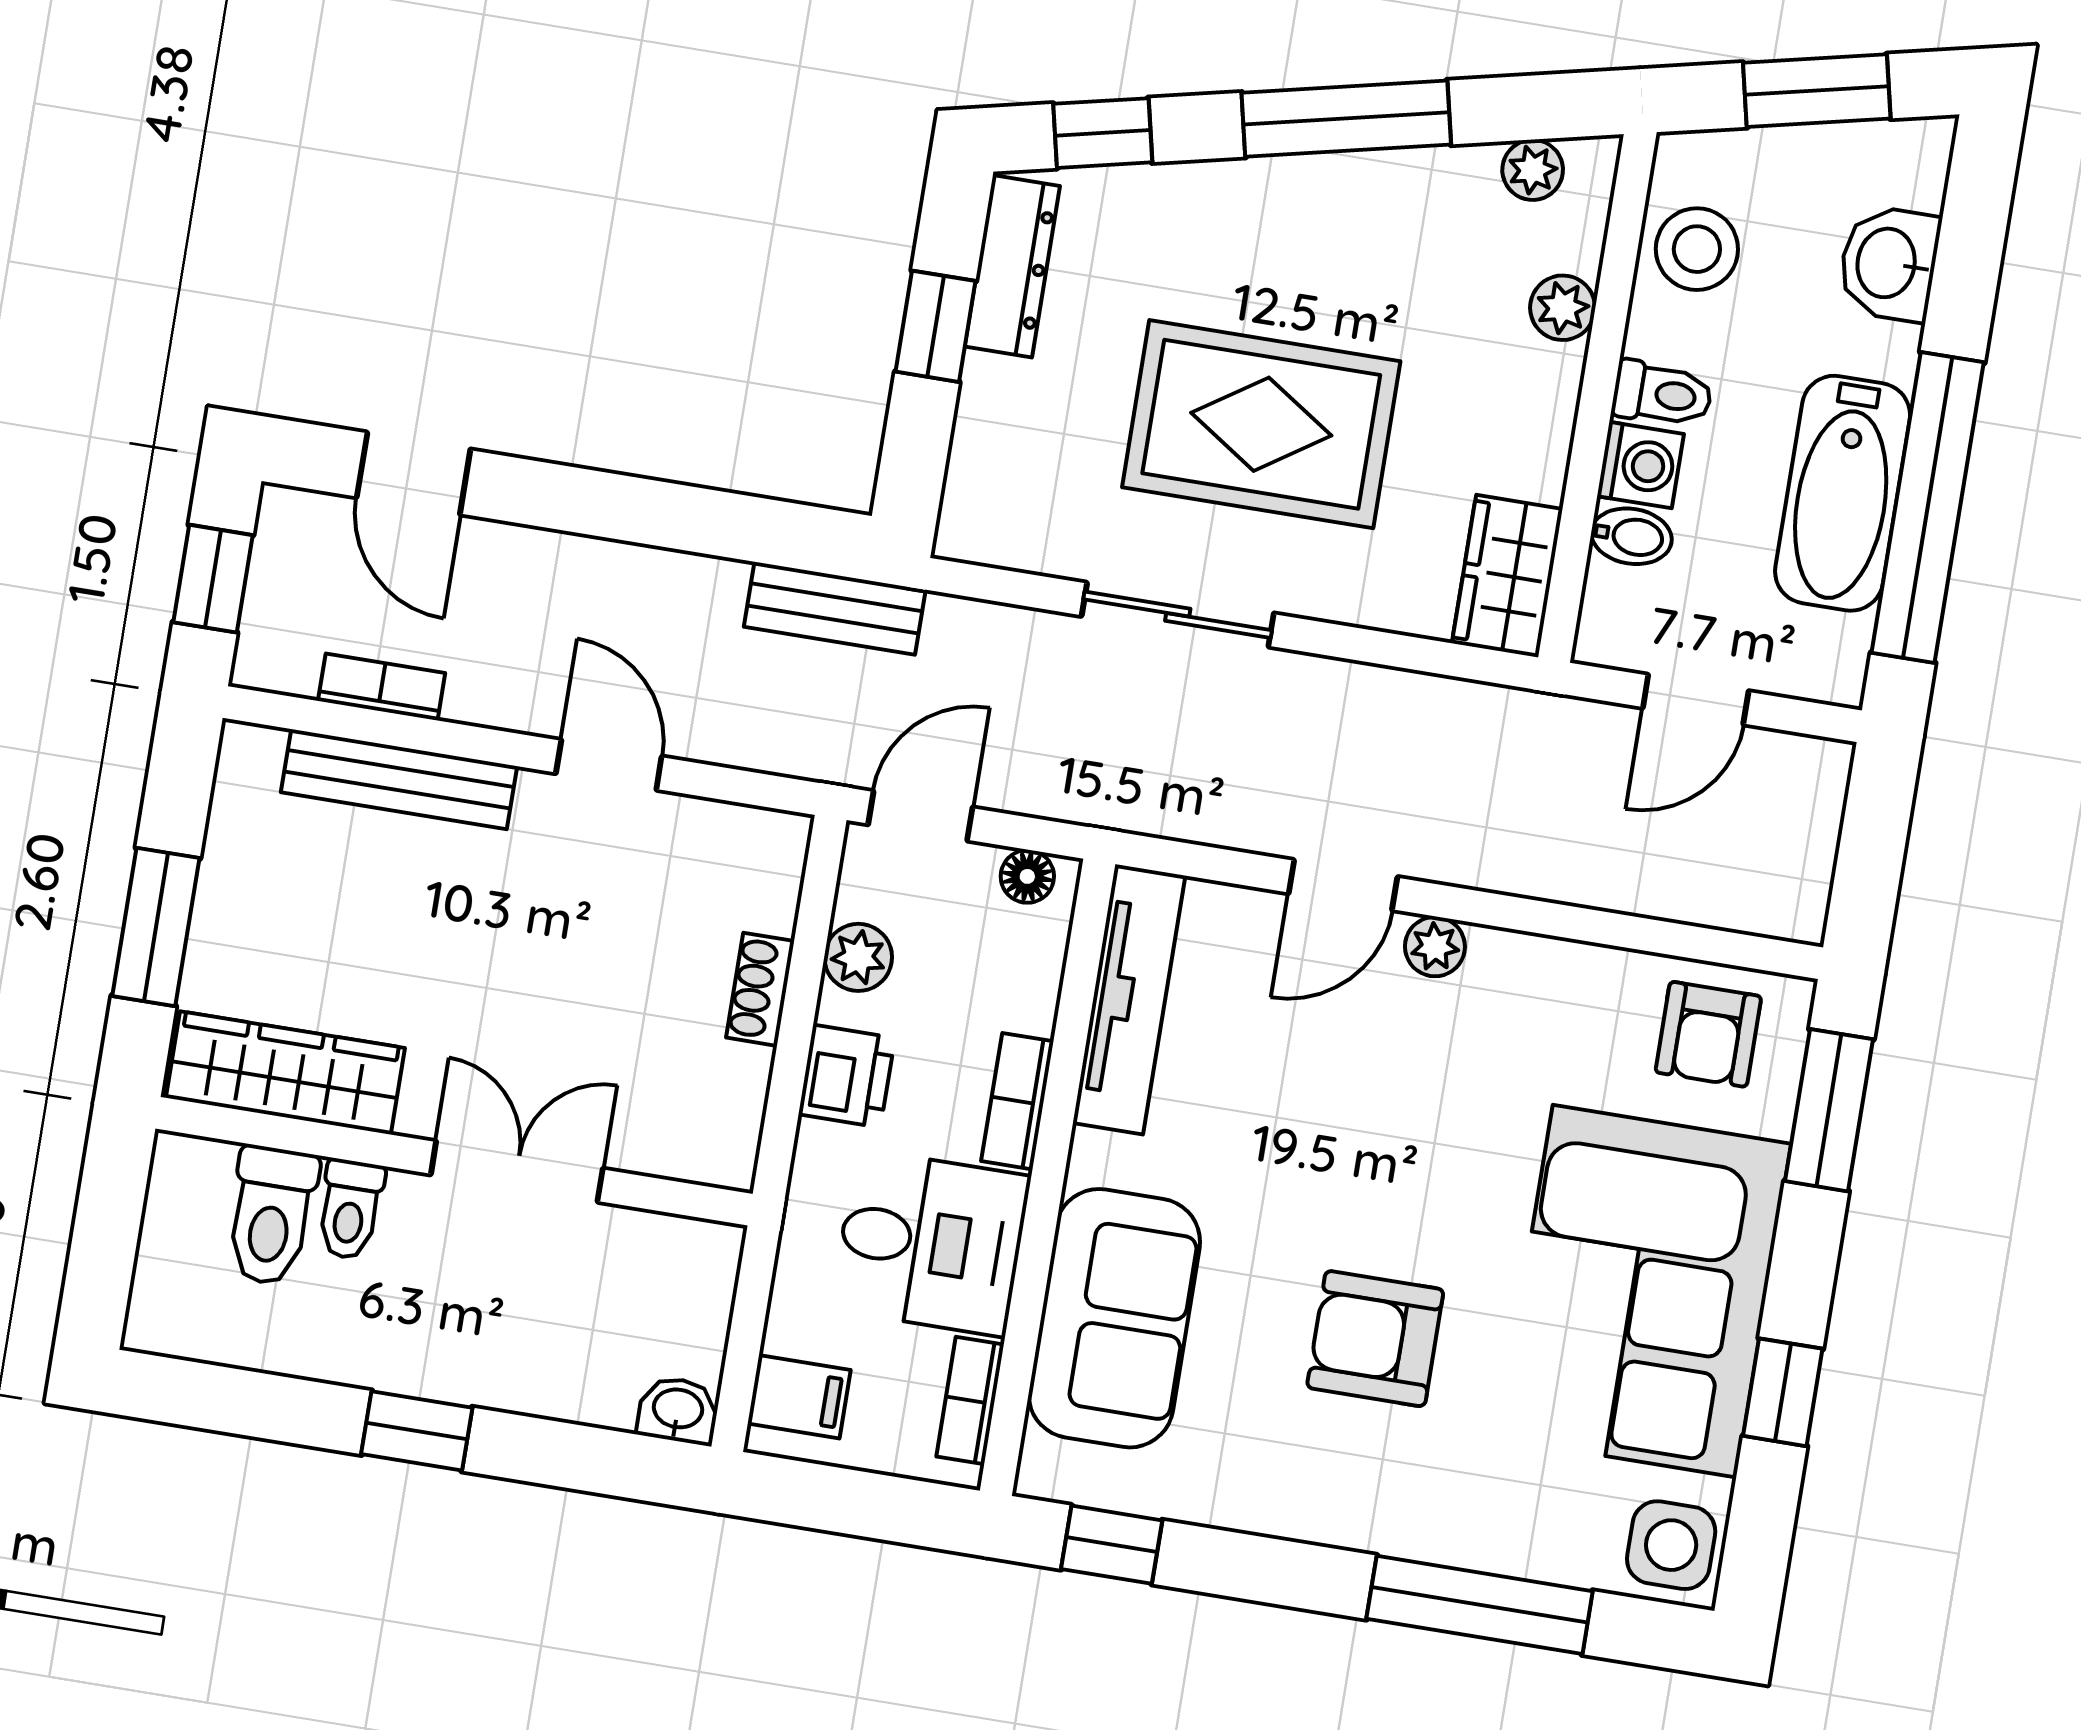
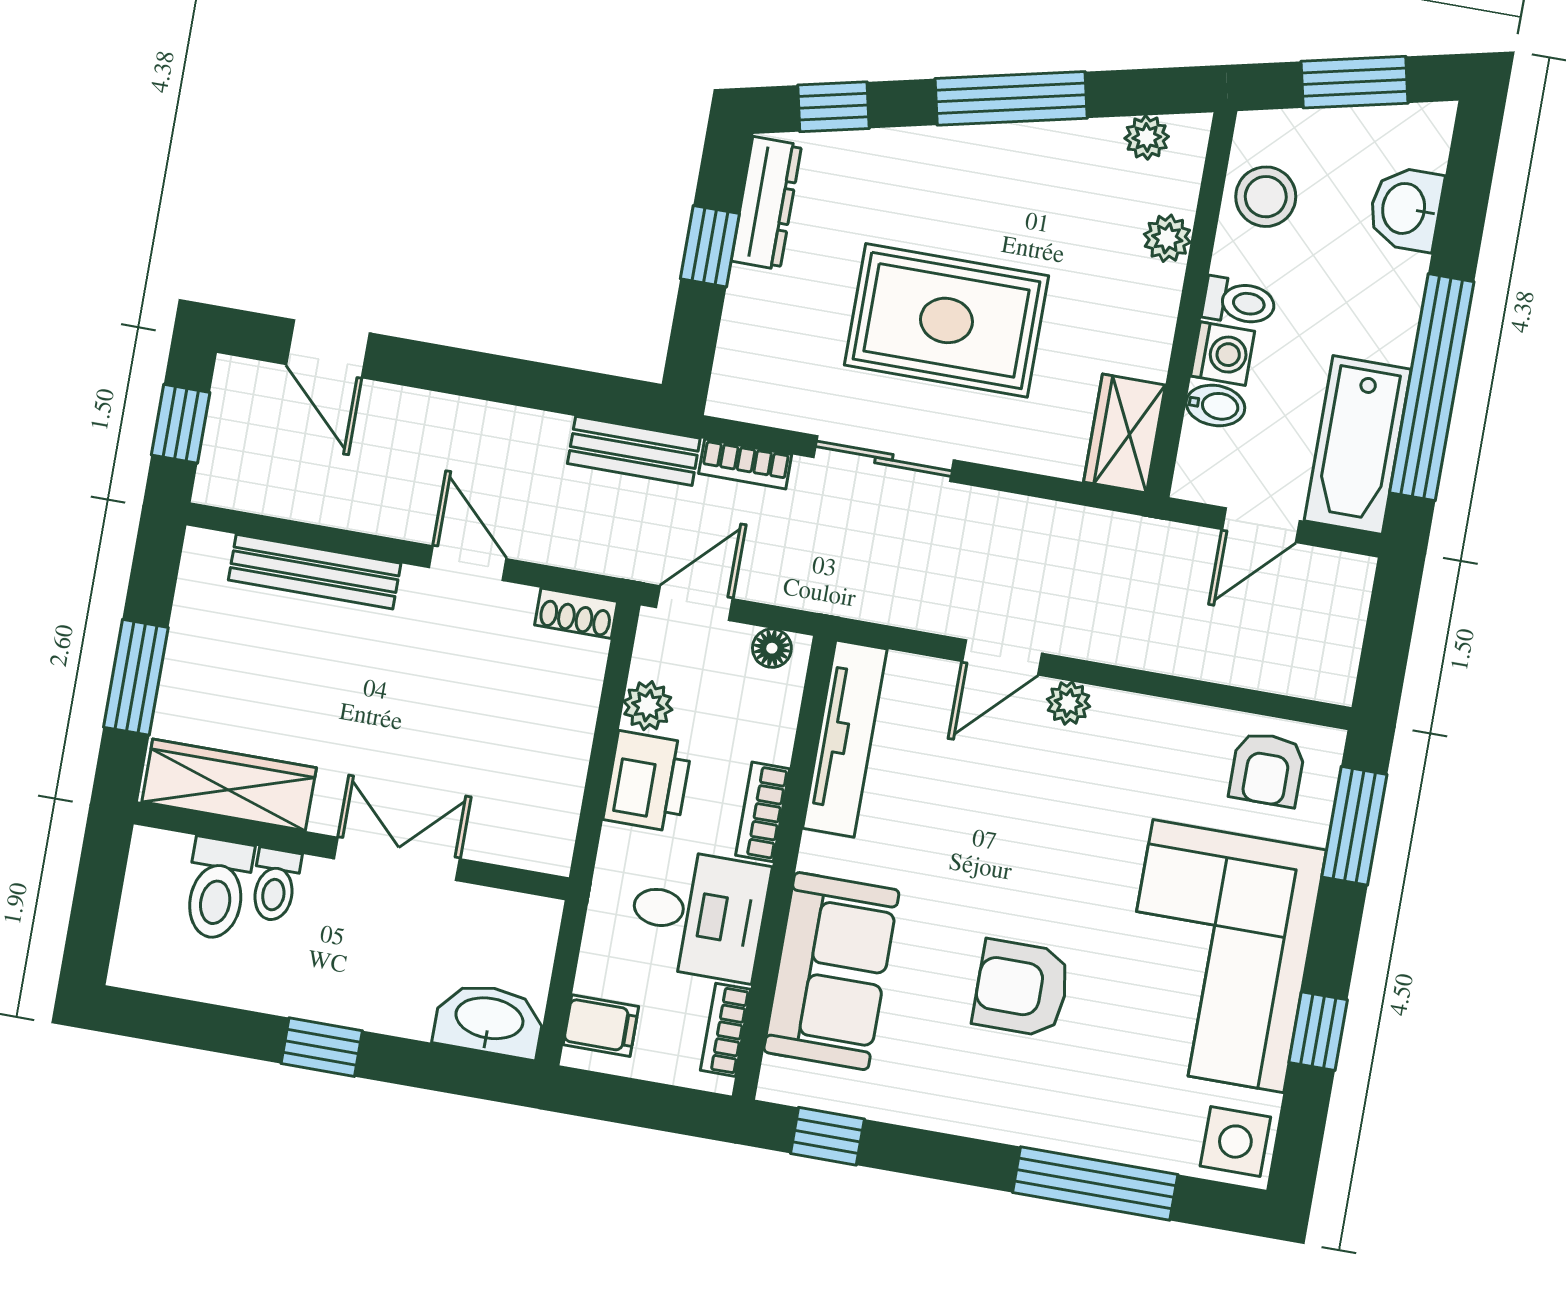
bathtub: (1843, 493) -> (1358, 445), moved
bookcase: (382, 687) -> (745, 464), moved, turned 180
shoe rack: (760, 989) -> (576, 613), moved, turned -90
printer: (847, 1076) -> (648, 781), width x1.36, depth x1.24
washbasin: (678, 1410) -> (489, 1020), width x1.91, depth x1.45

